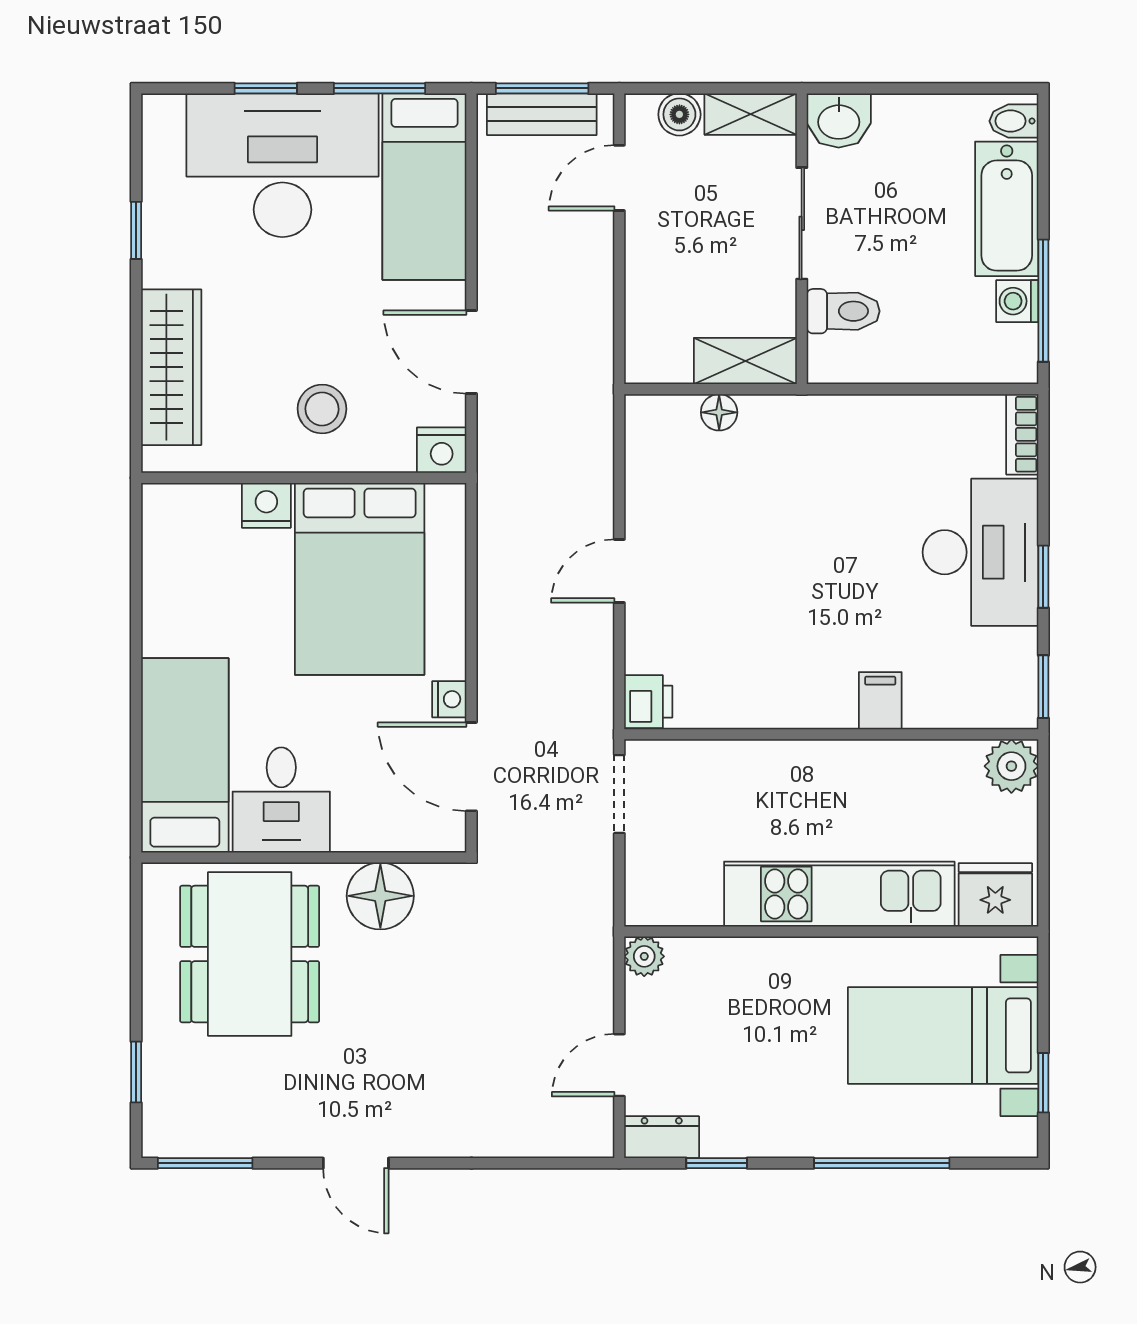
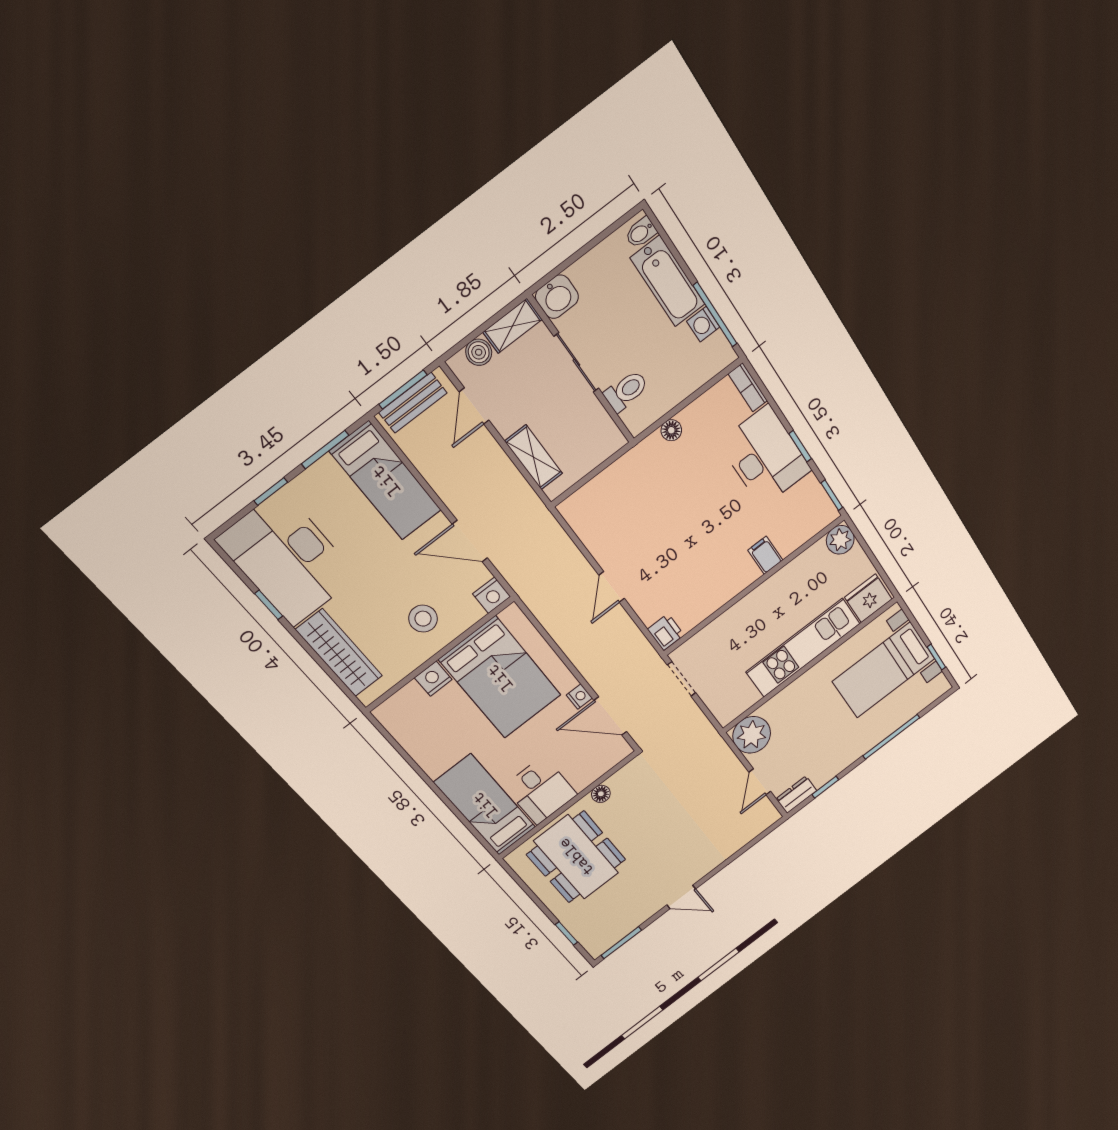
desk: (282, 165) -> (288, 559), moved, turned -90
shelving: (745, 361) -> (534, 457), moved, turned 90
floor lamp: (719, 412) -> (671, 430), moved
floor lamp: (380, 896) -> (601, 794), width x0.53, depth x0.53
plant: (644, 956) -> (752, 735), width x1.87, depth x1.87

